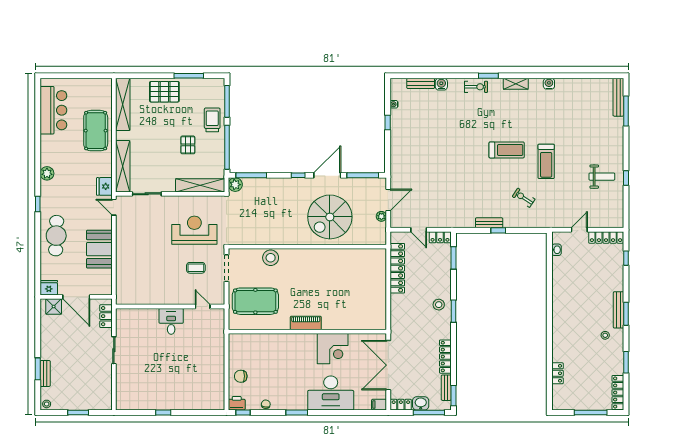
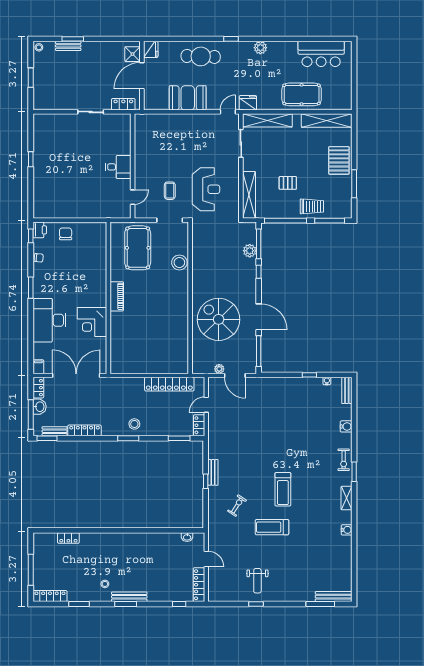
bench: (421, 83) -> (347, 390), moved
window: (298, 175) -> (259, 272), moved
plant: (235, 185) -> (250, 251), moved

